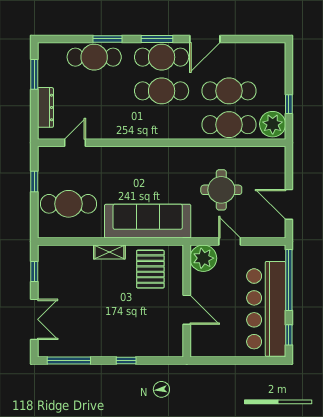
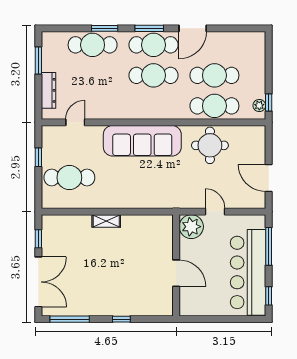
window: (289, 104) -> (269, 103), moved
plant: (273, 124) -> (259, 105), width x0.53, depth x0.53
round table: (221, 190) -> (210, 145), moved
sofa: (148, 221) -> (142, 141), moved, turned 180
pallet: (150, 269) -> (143, 236), removed
window: (289, 280) -> (269, 246), width x0.68
double door: (34, 319) -> (38, 282), width x1.37

